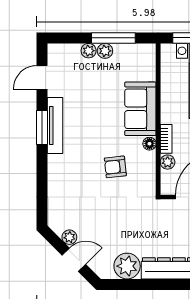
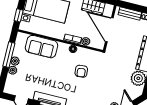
sofa: (140, 109) -> (41, 47), moved

